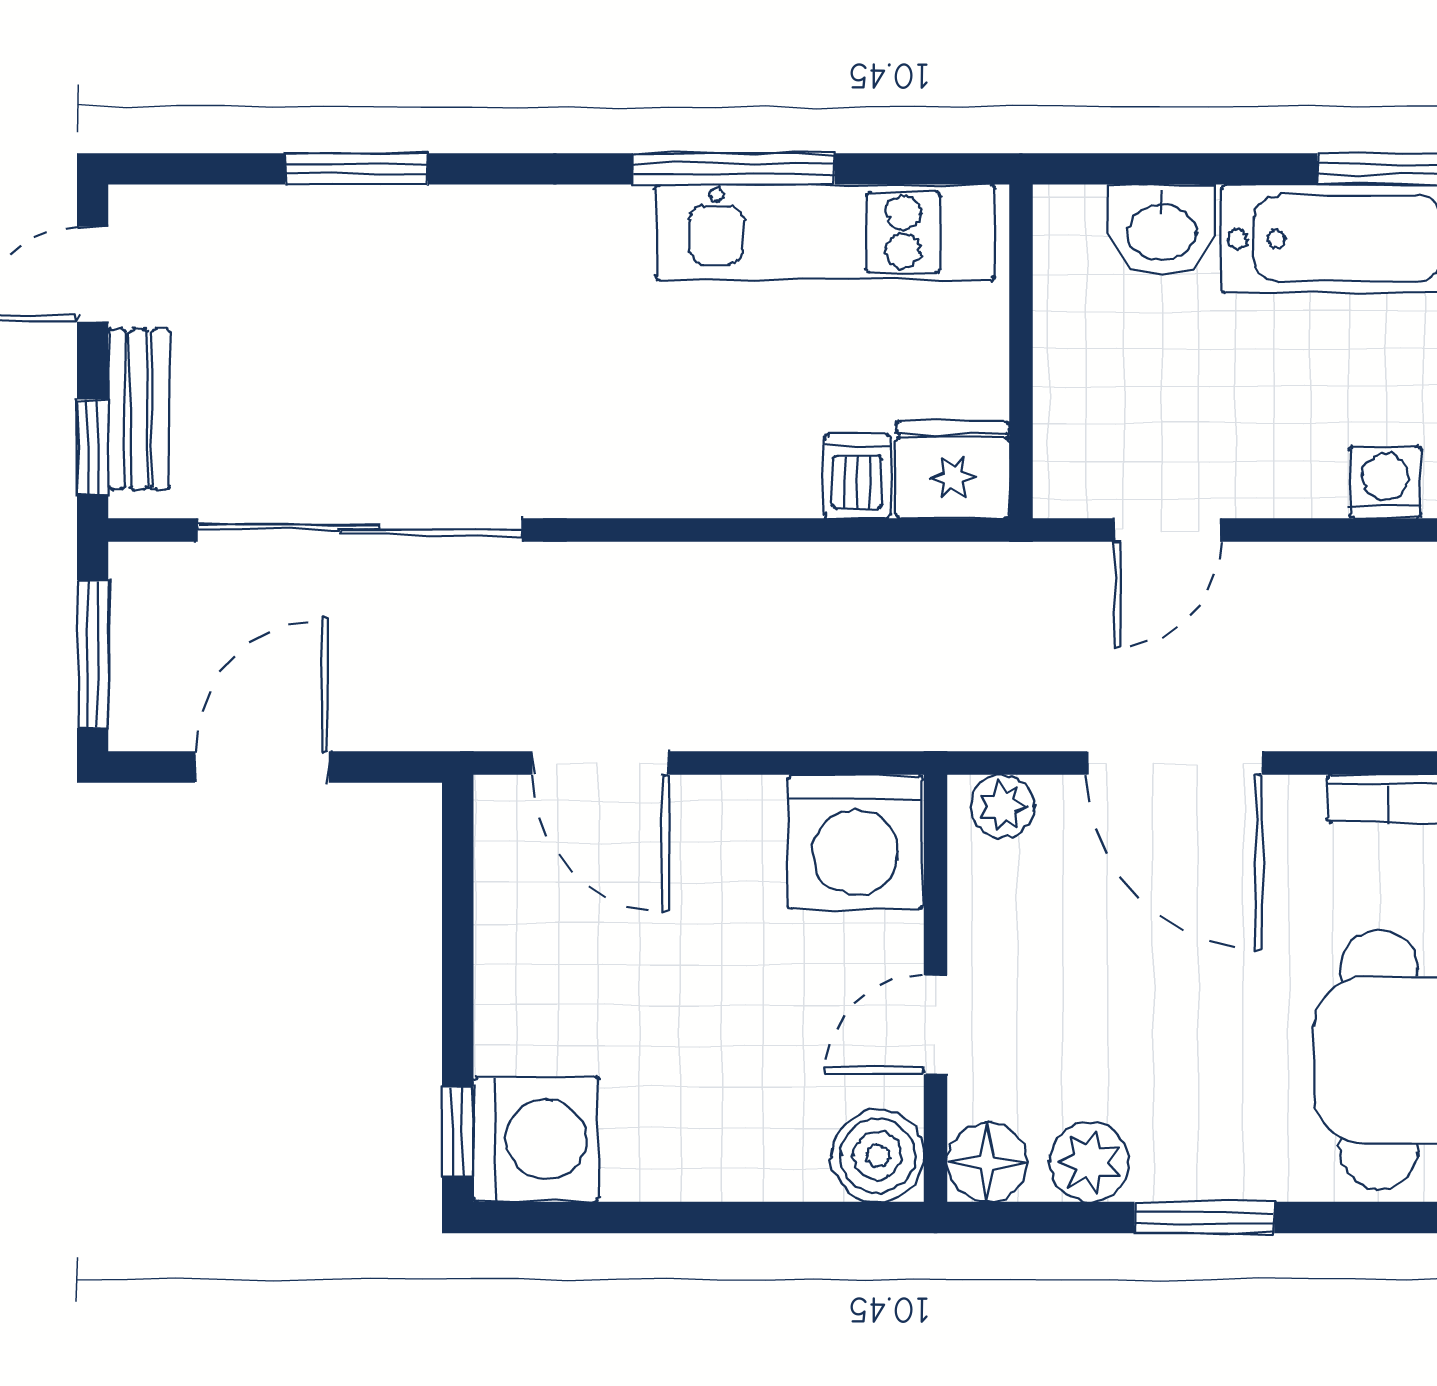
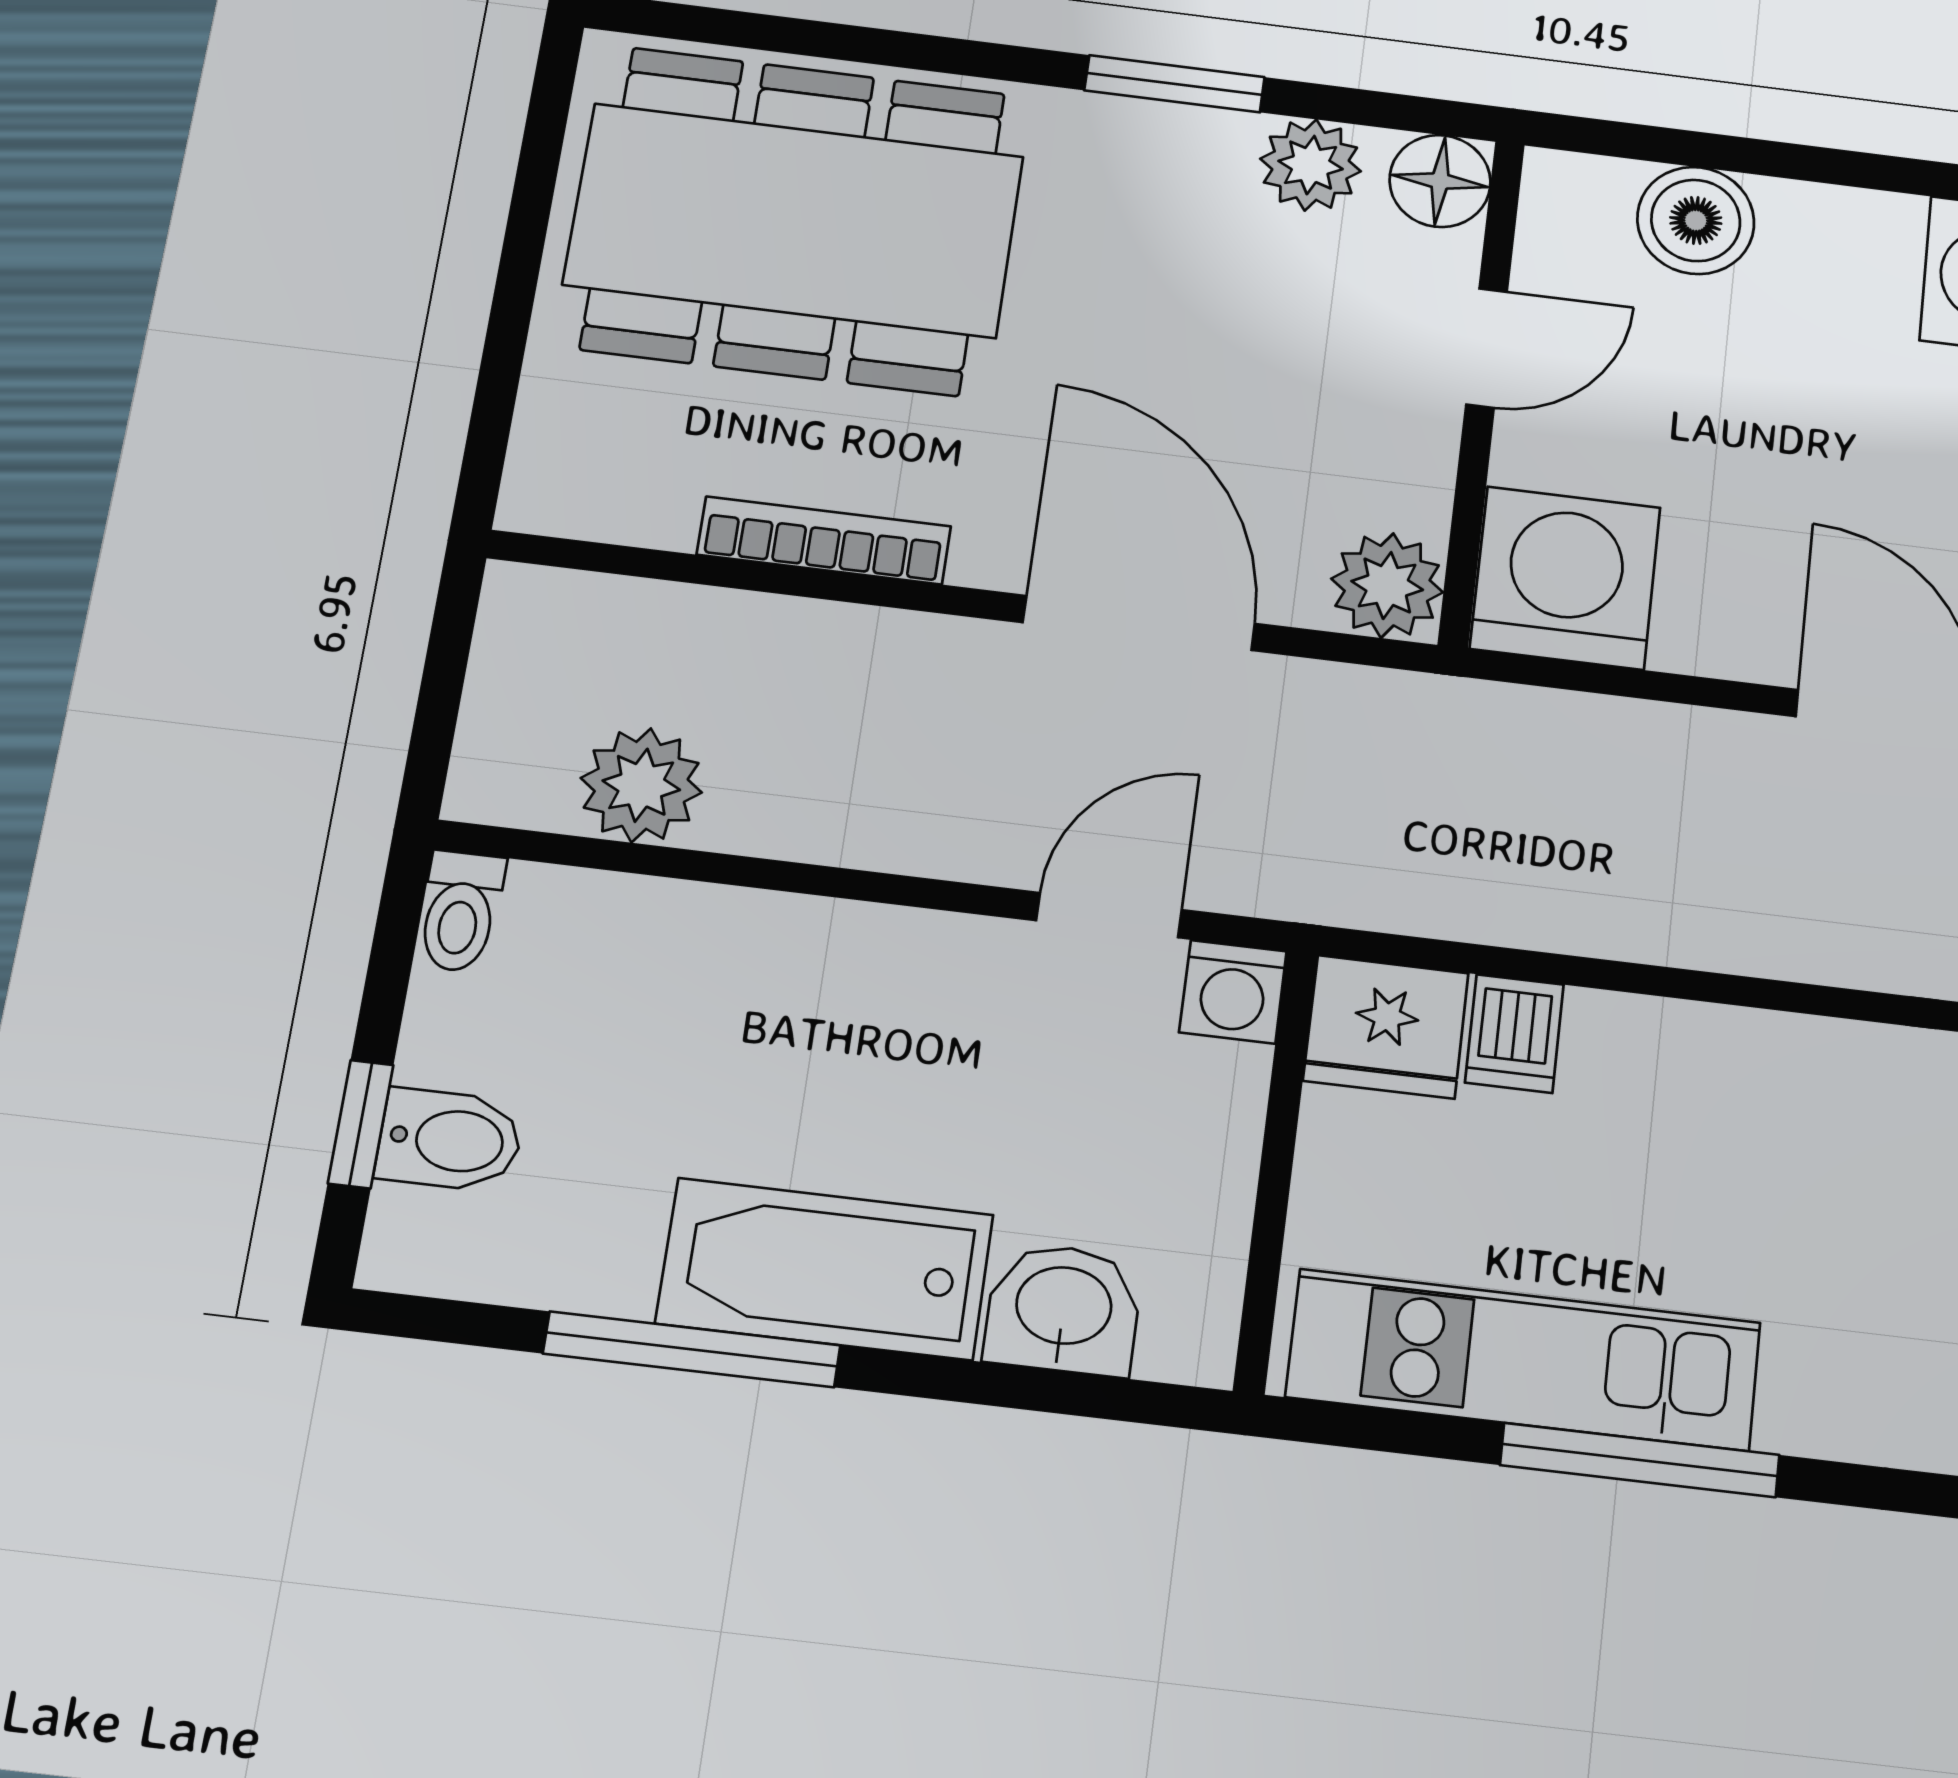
washing machine: (1385, 482) -> (1233, 992), moved
plant: (1002, 806) -> (1387, 585), width x1.38, depth x1.38
boiler: (878, 1156) -> (1696, 220), moved

